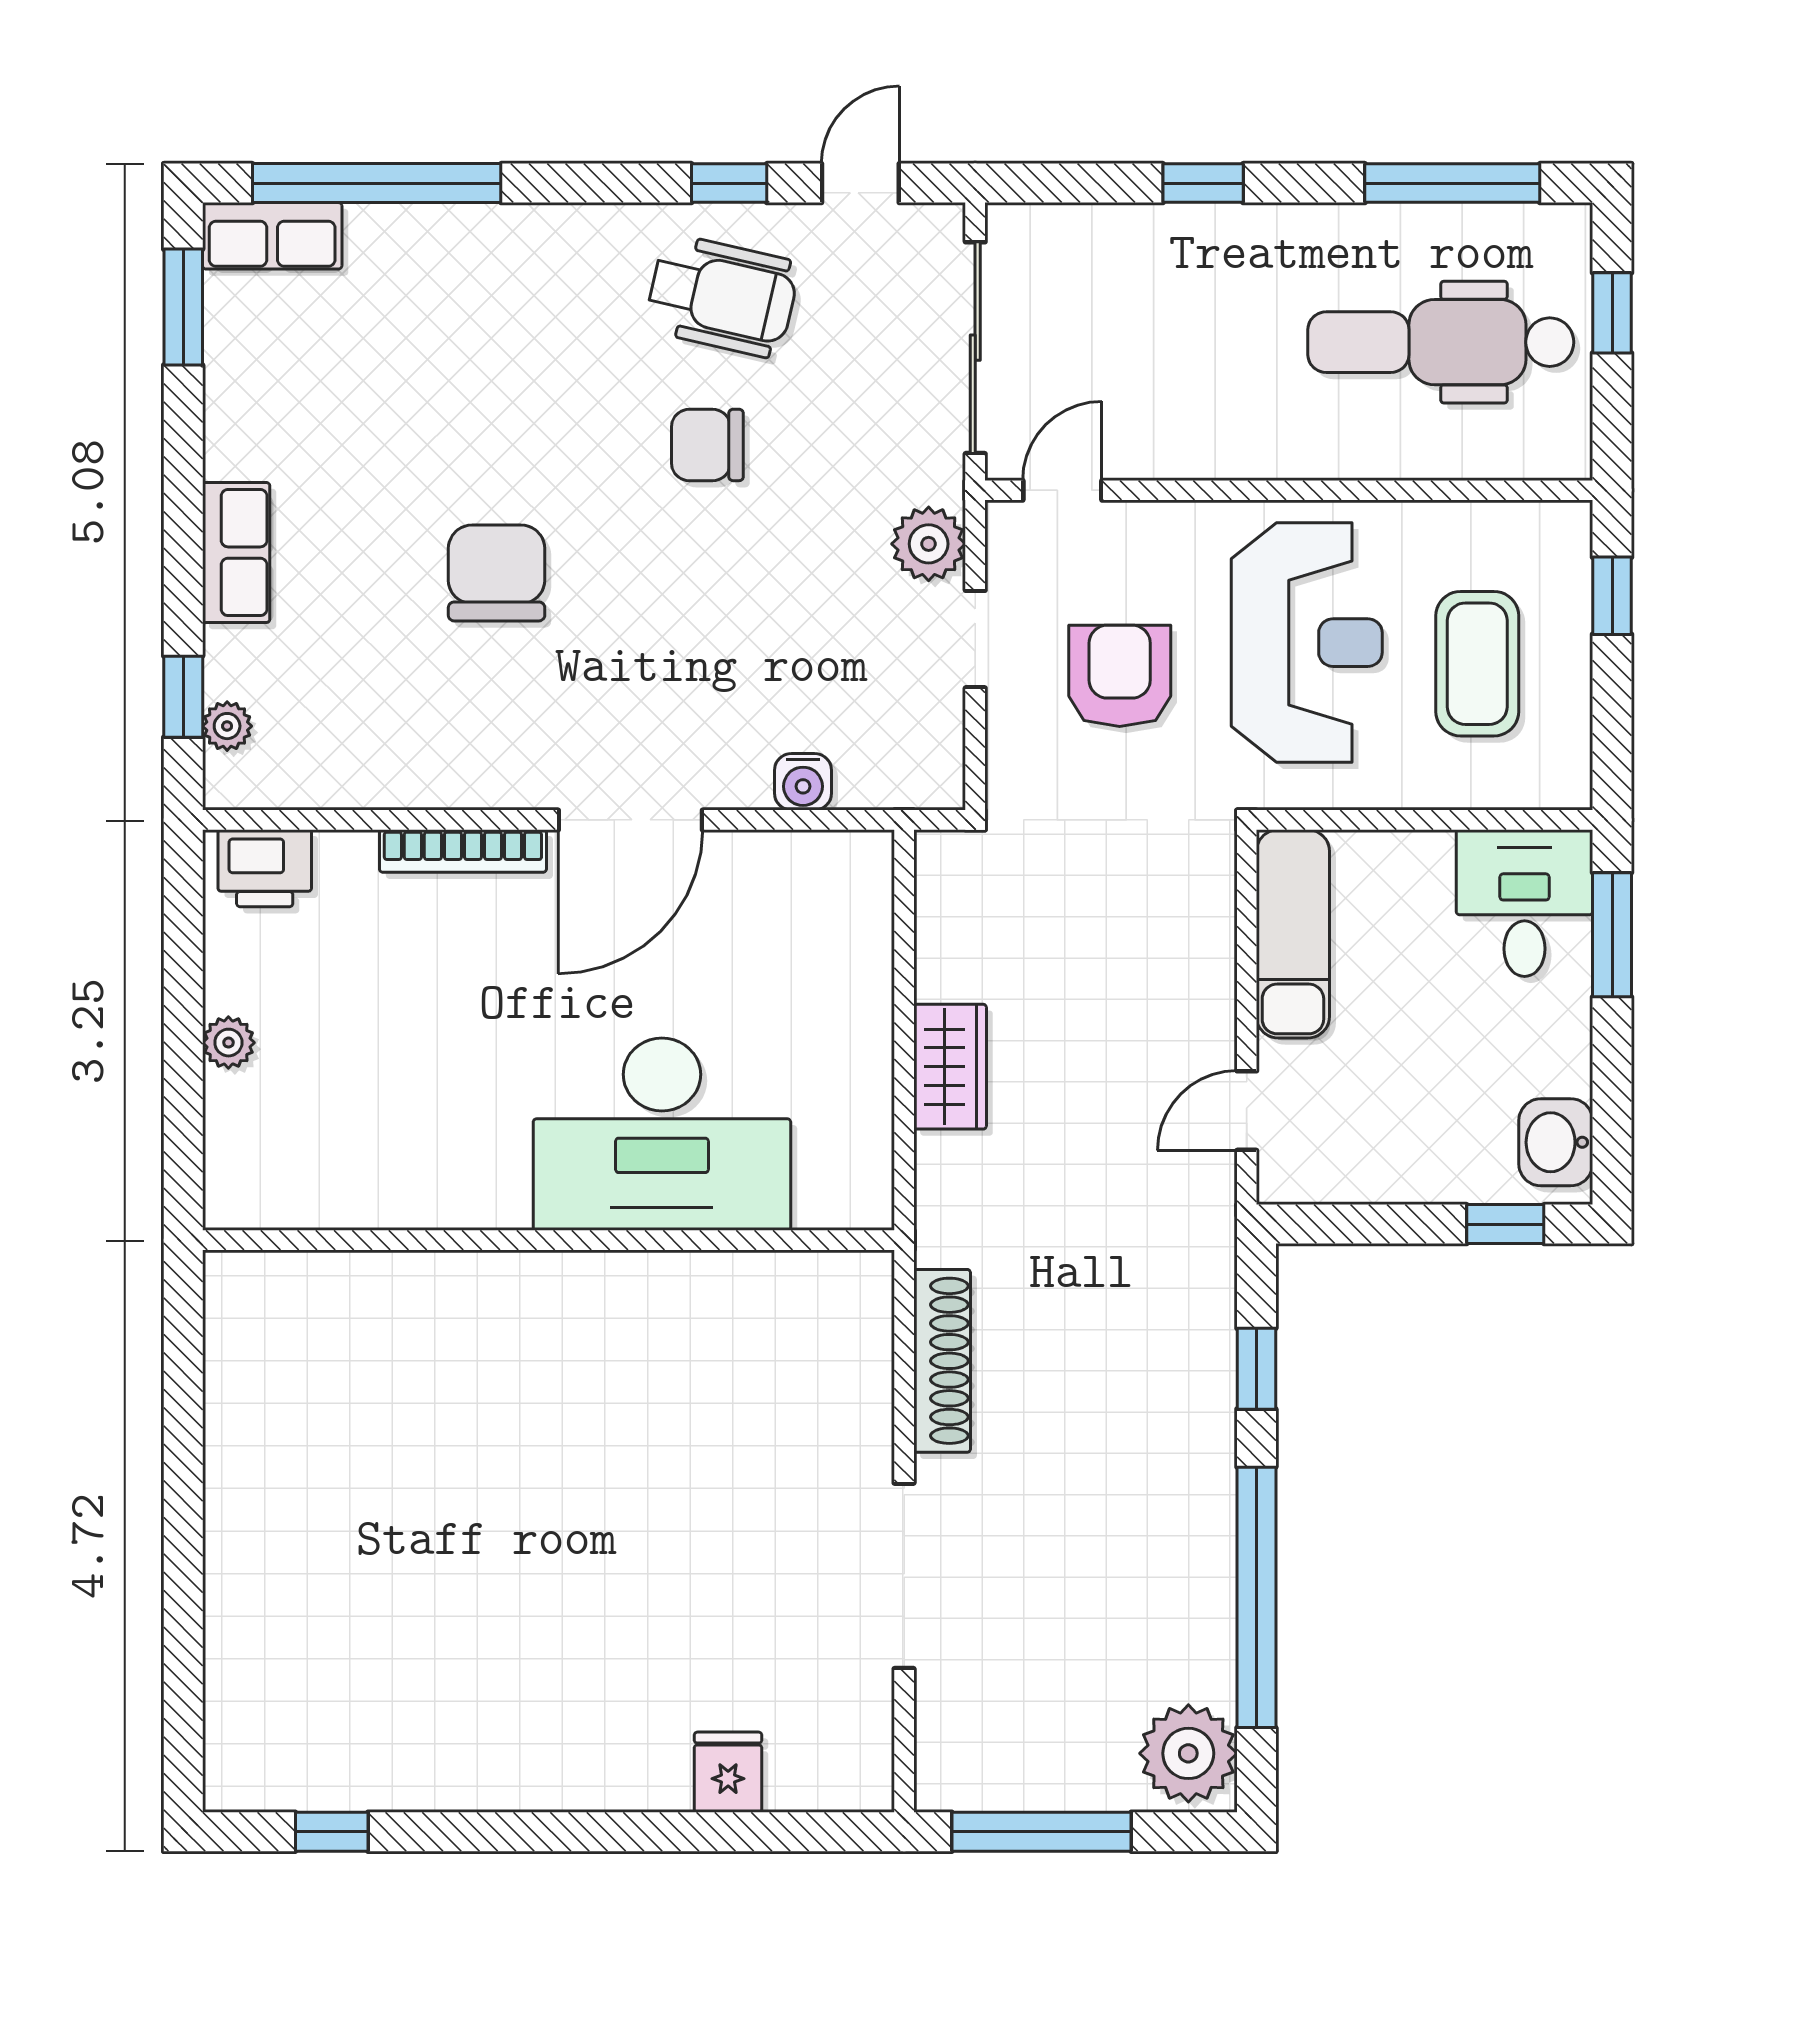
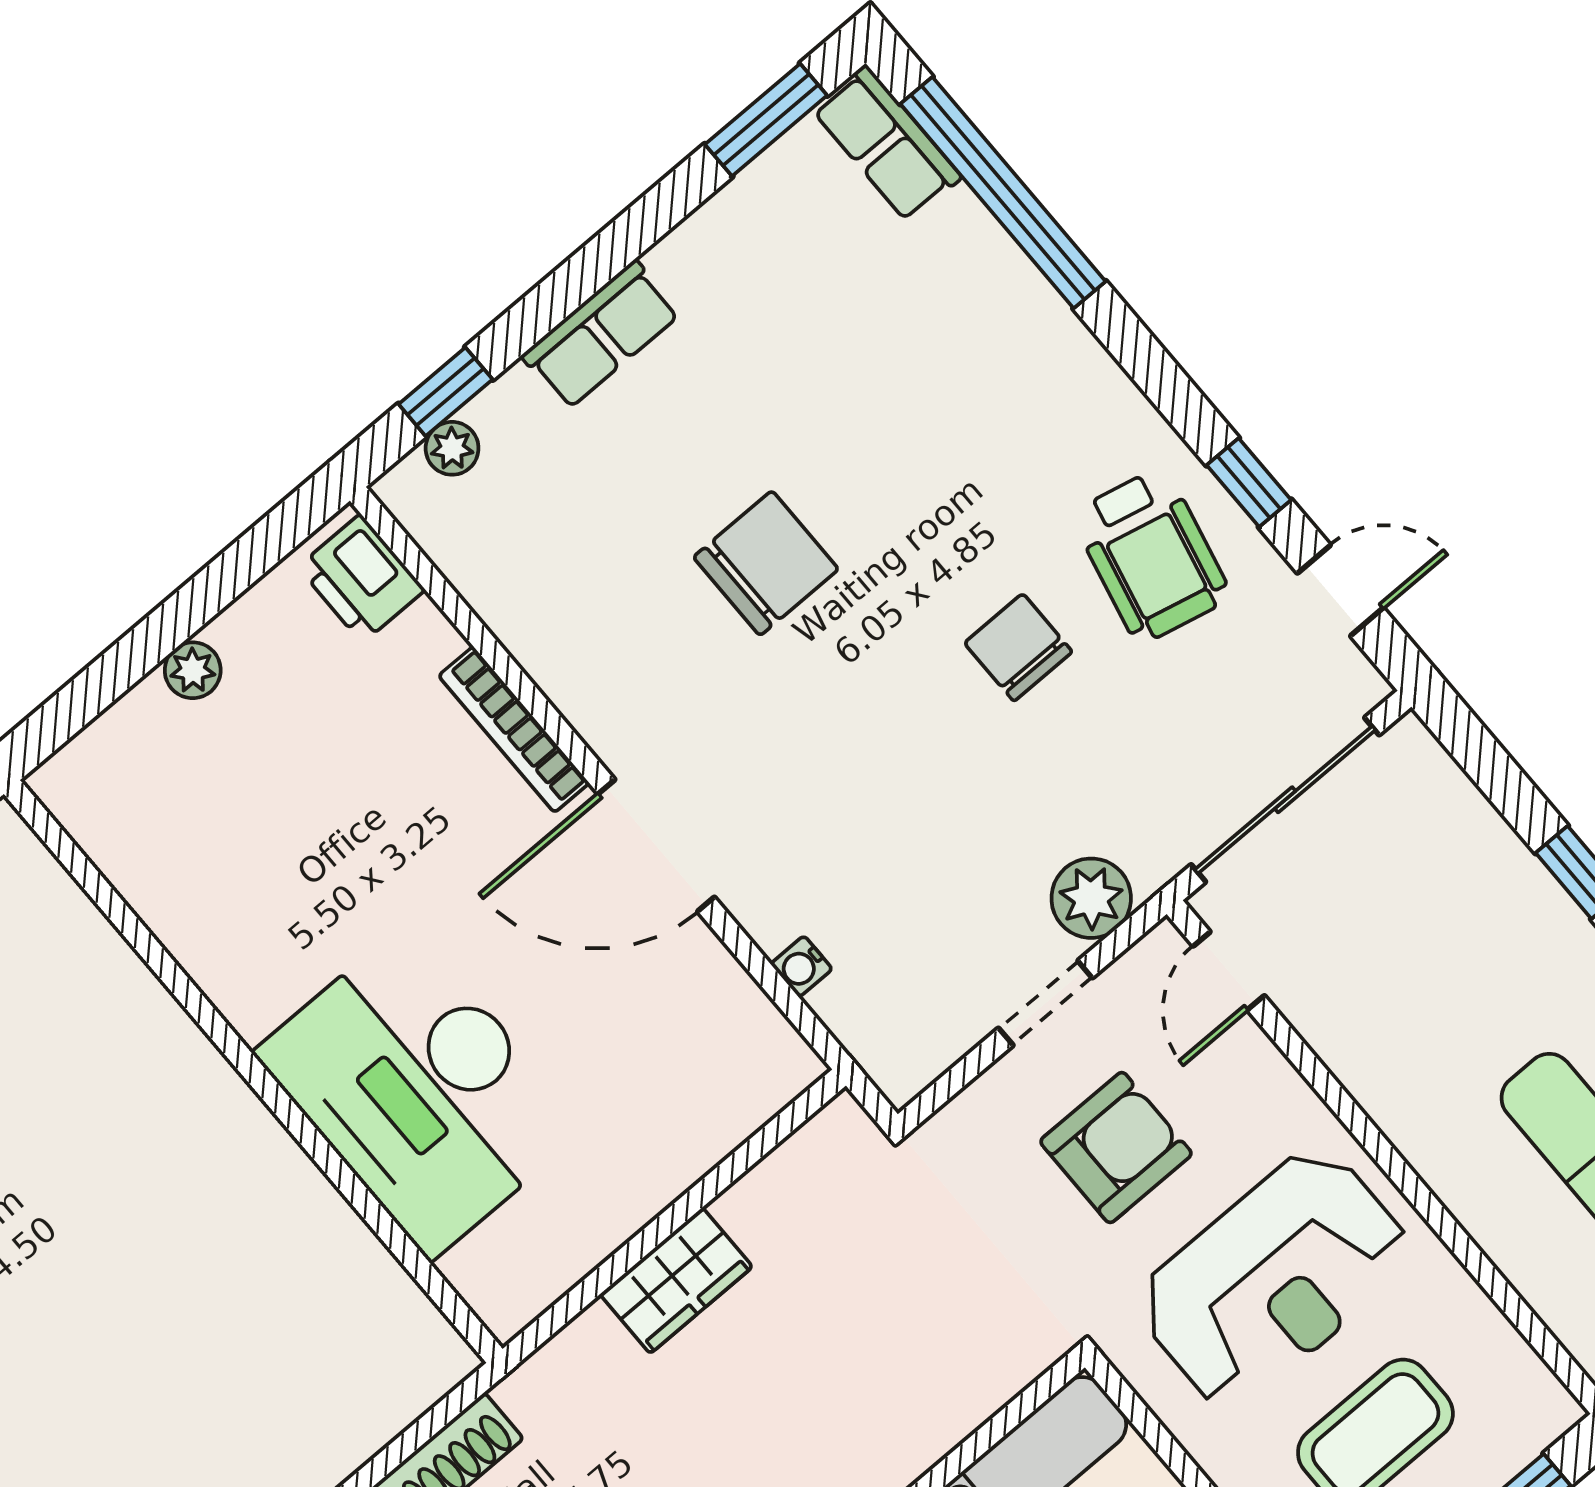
door: (1062, 490) -> (1229, 971), swing flipped
water cooler: (803, 782) -> (801, 966), width x0.72, depth x0.72

